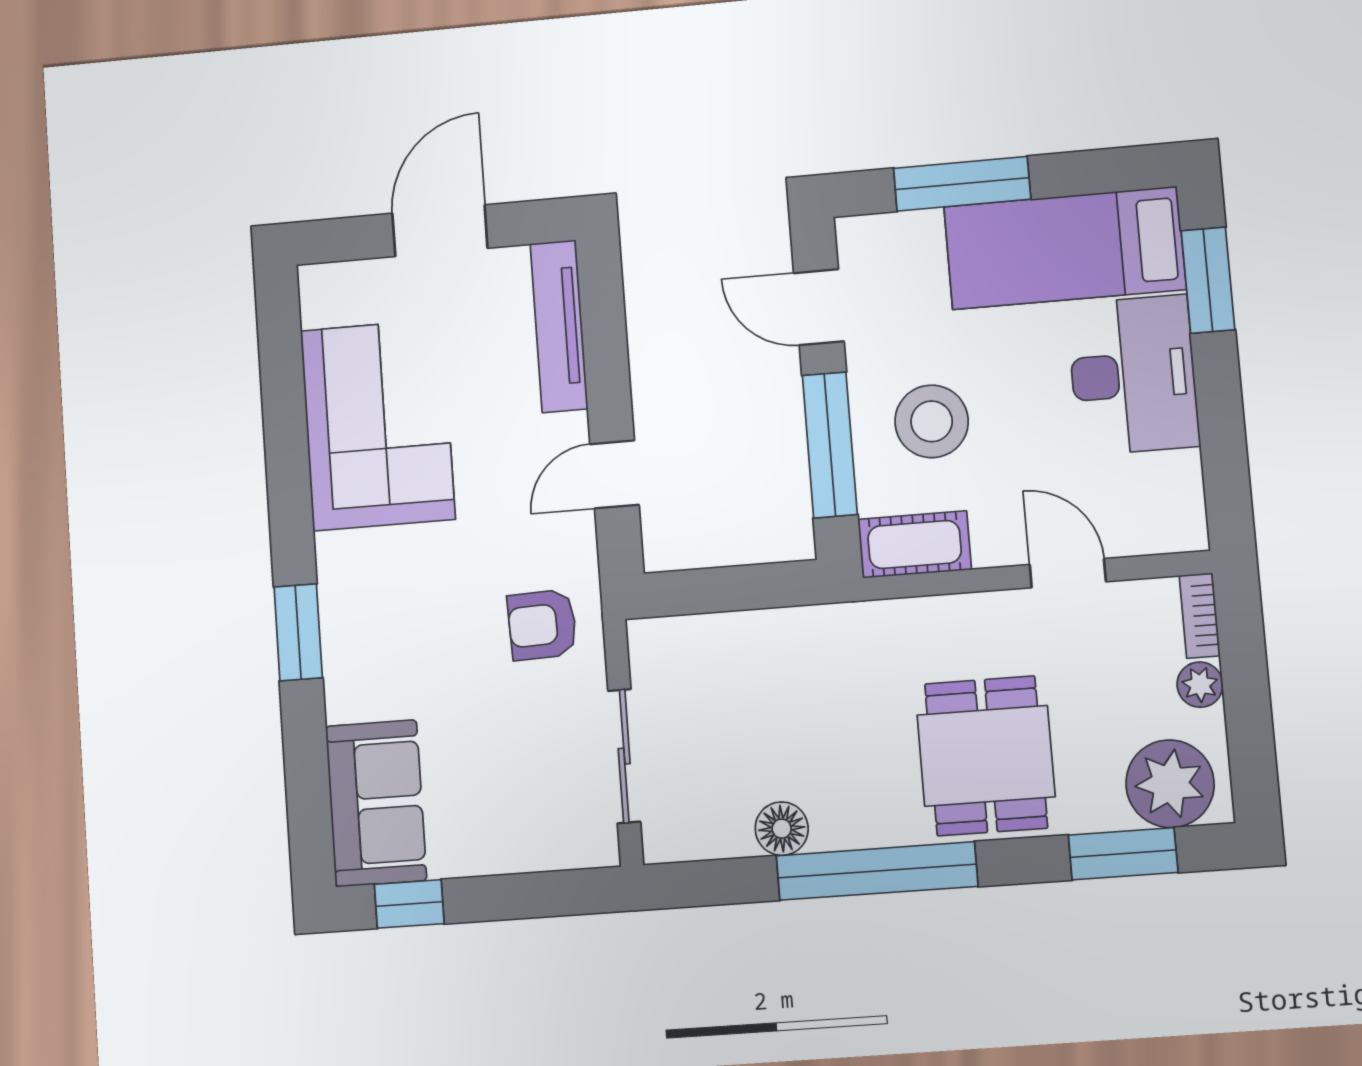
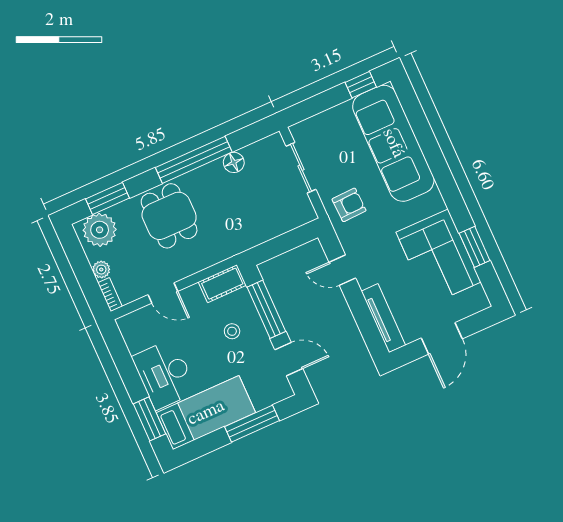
stool: (932, 421) -> (232, 331), width x0.53, depth x0.53
door: (615, 474) -> (342, 270), swing flipped
window: (298, 632) -> (475, 247), moved
sofa: (376, 803) -> (393, 143), width x1.85, depth x1.27

